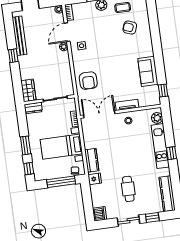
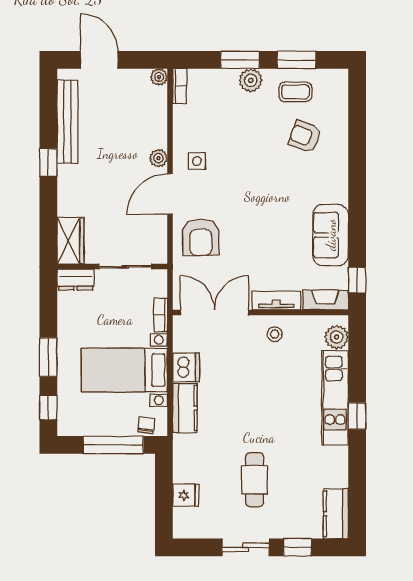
door: (67, 32) -> (170, 194), moved
fireplace: (150, 102) -> (325, 300), added
fridge: (95, 179) -> (186, 495), moved
kitchen counter: (167, 194) -> (336, 514), width x0.67
dishwasher: (100, 214) -> (186, 367), moved

